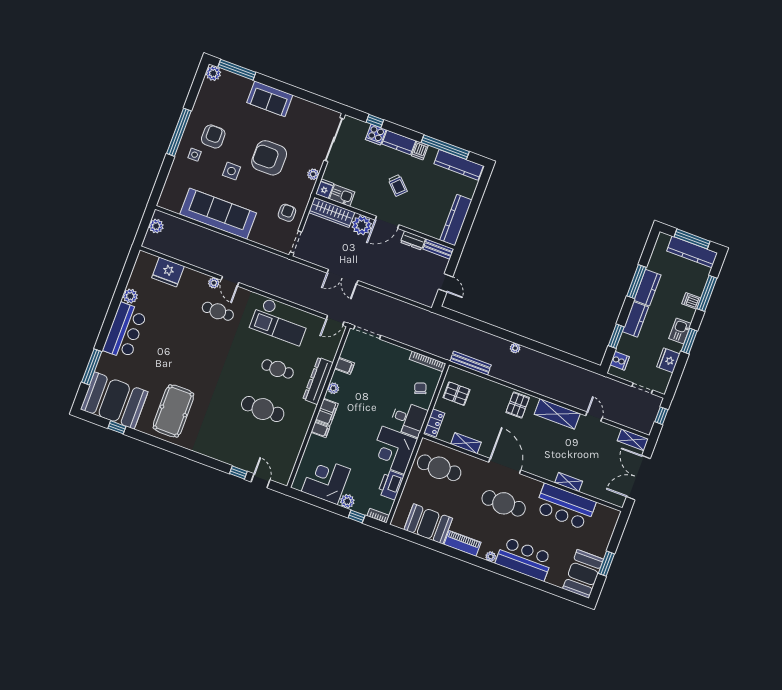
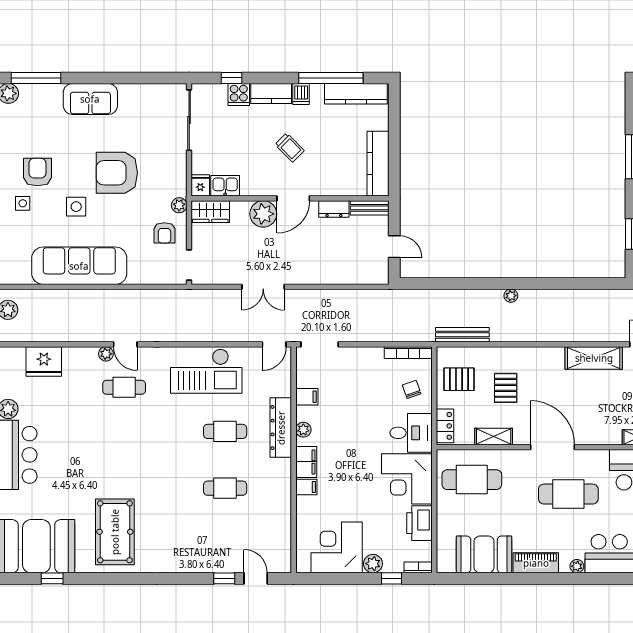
plant: (313, 174) -> (179, 205), moved
wardrobe: (332, 212) -> (210, 212), width x0.67
armchair: (287, 213) -> (164, 233), turned 180
pallet: (518, 405) -> (506, 388), moved
cafe table: (263, 409) -> (225, 488), width x0.73, depth x0.74

